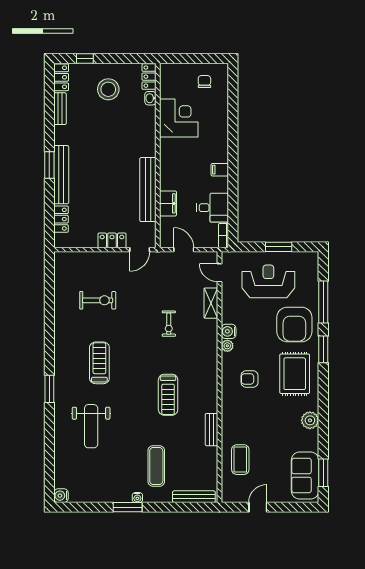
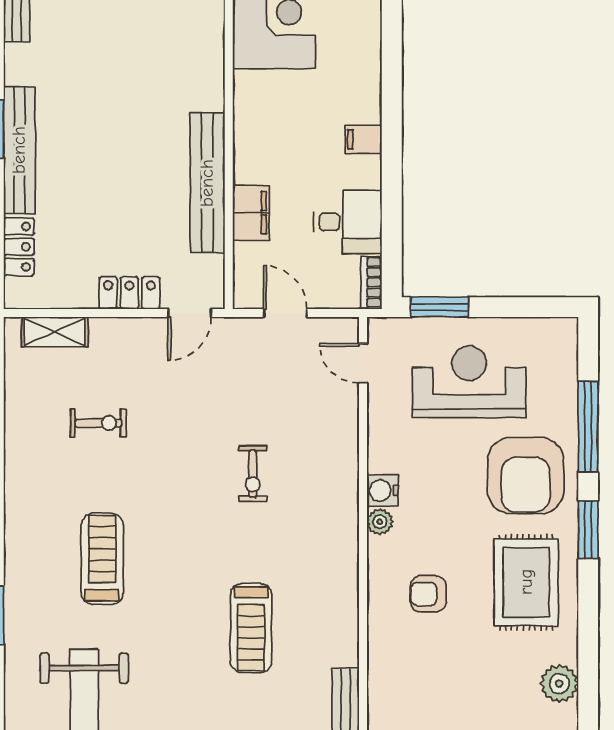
window: (279, 247) -> (440, 307), moved
exercise bike: (98, 300) -> (98, 423), width x0.73, depth x0.72
shelving: (211, 303) -> (55, 332), moved, turned 90

